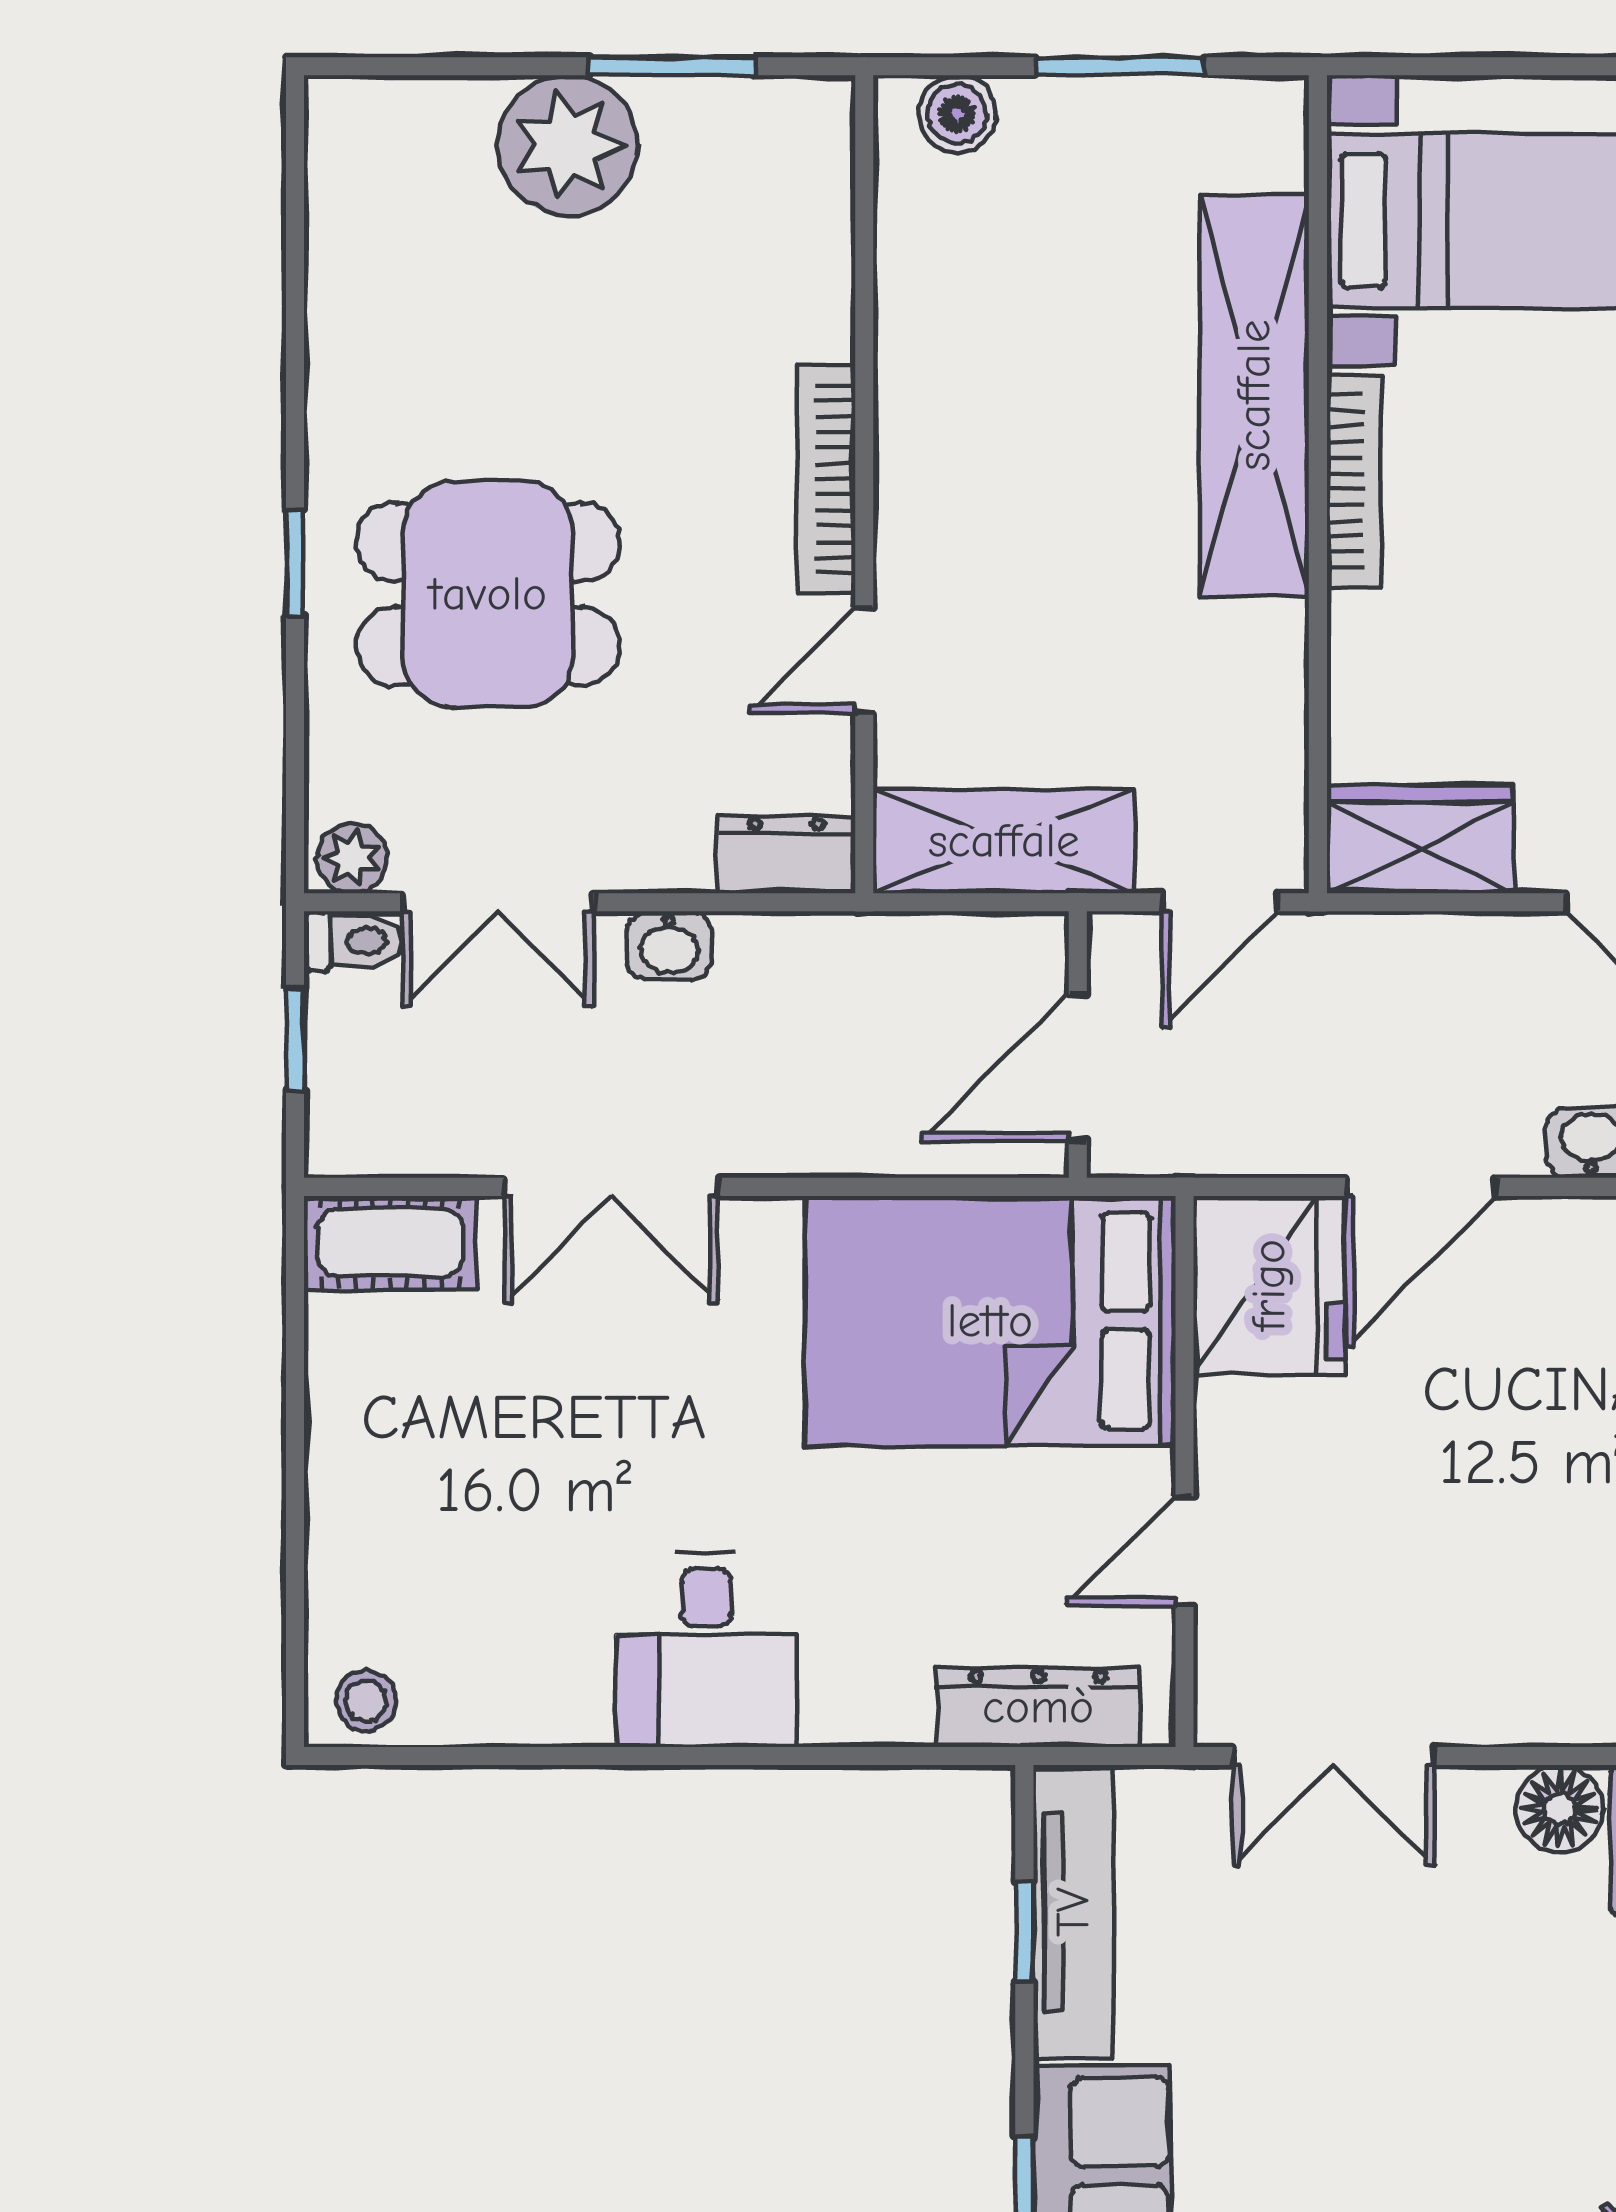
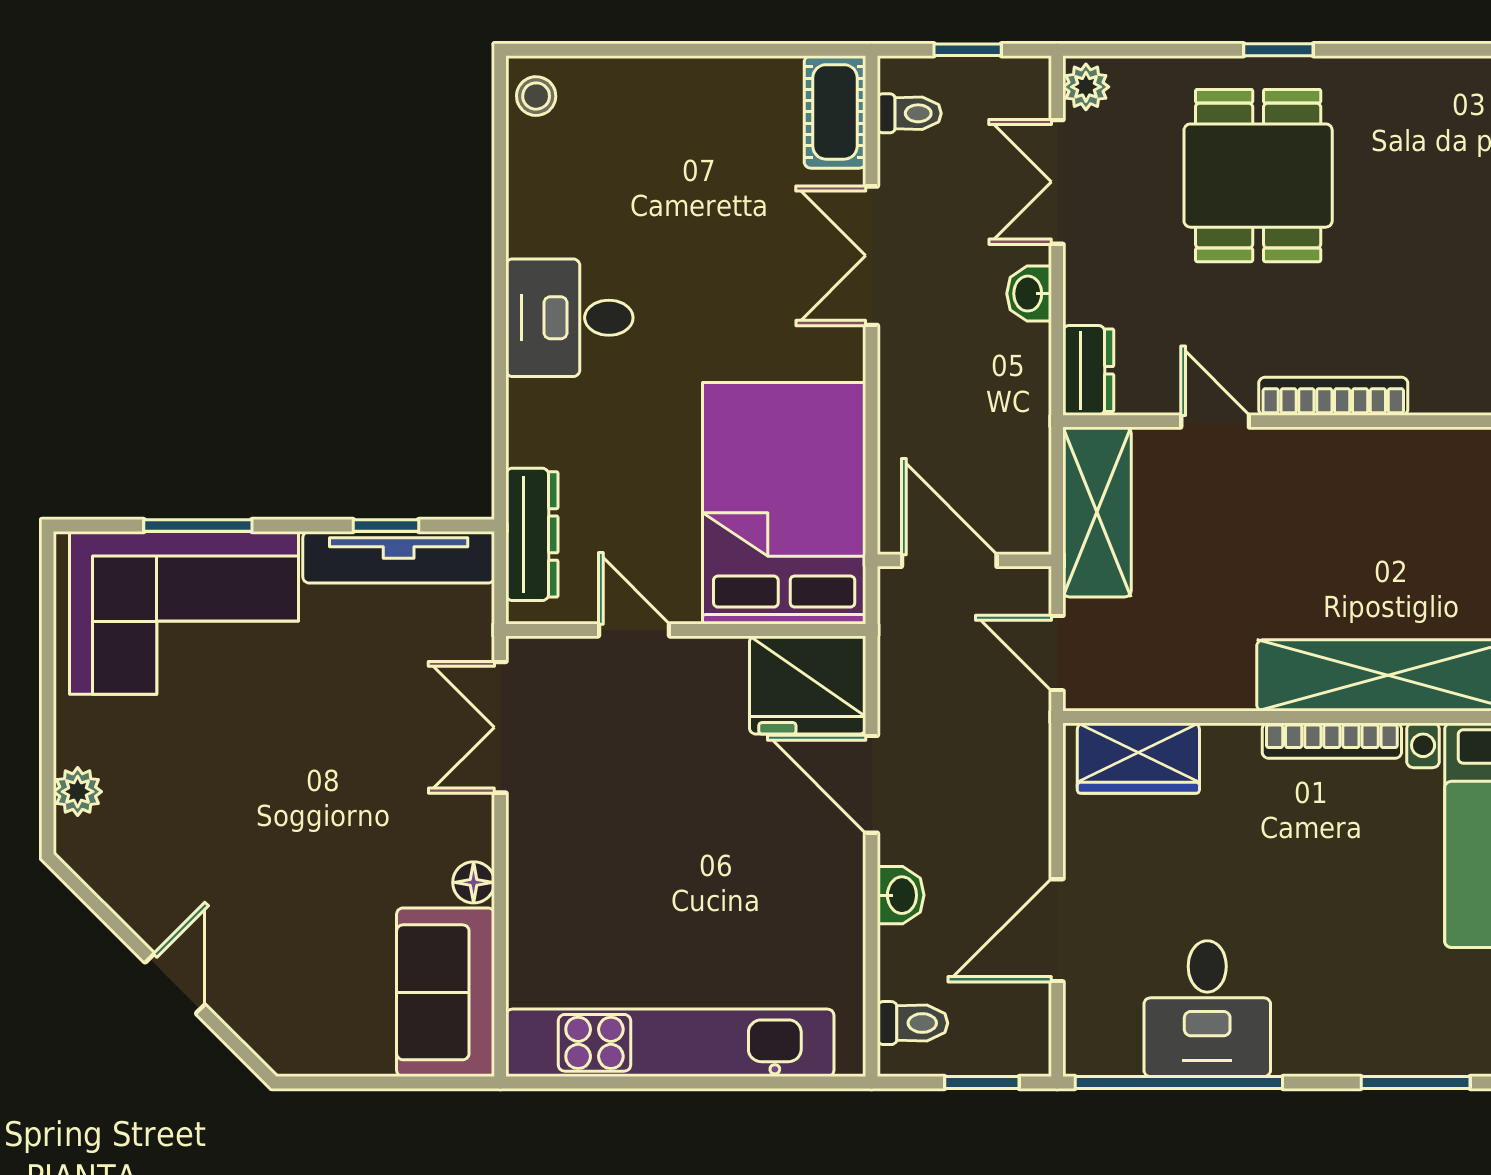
wardrobe: (1420, 839) -> (1138, 758), moved, turned 90
toilet: (353, 941) -> (909, 113), moved, turned -90
floor lamp: (1560, 1809) -> (474, 882), width x0.73, depth x0.73

